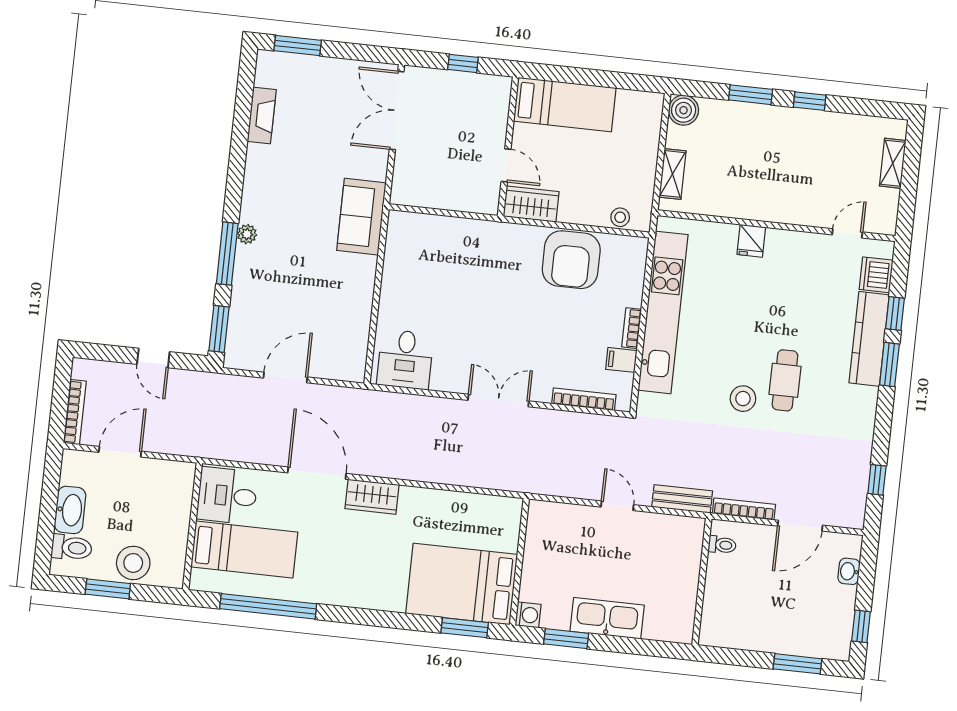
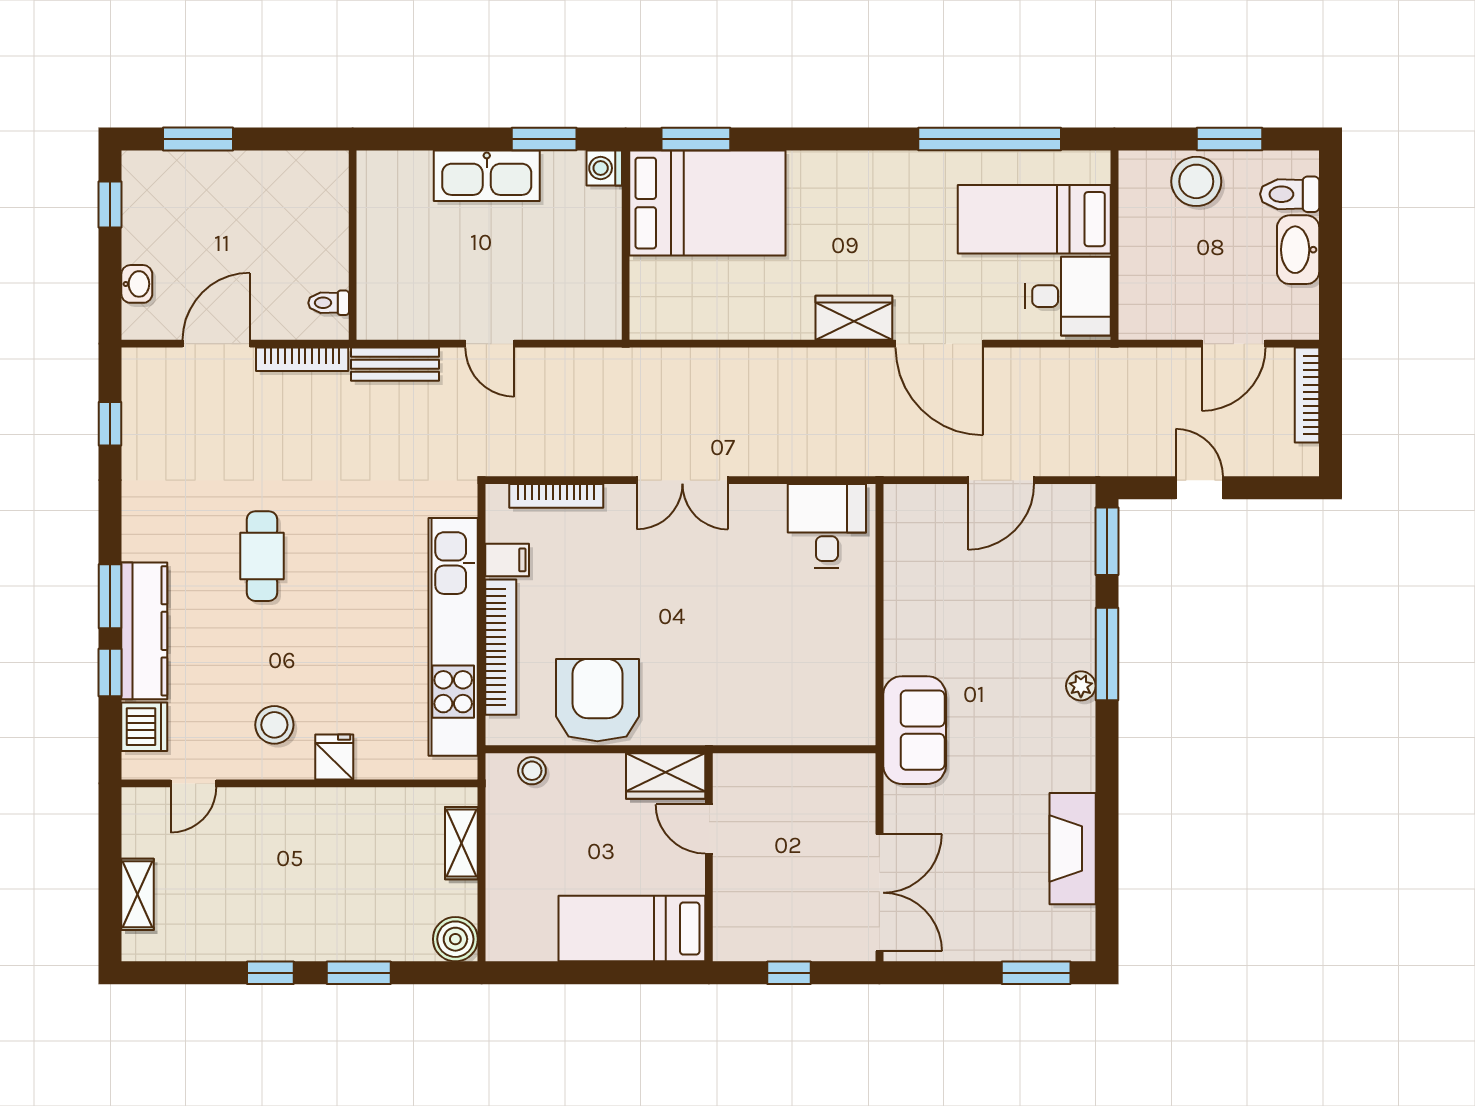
fireplace: (262, 116) -> (1073, 849), width x1.37, depth x1.32
bookcase: (632, 328) -> (501, 647), width x2.31, depth x1.31
stool: (743, 399) -> (274, 725), moved

